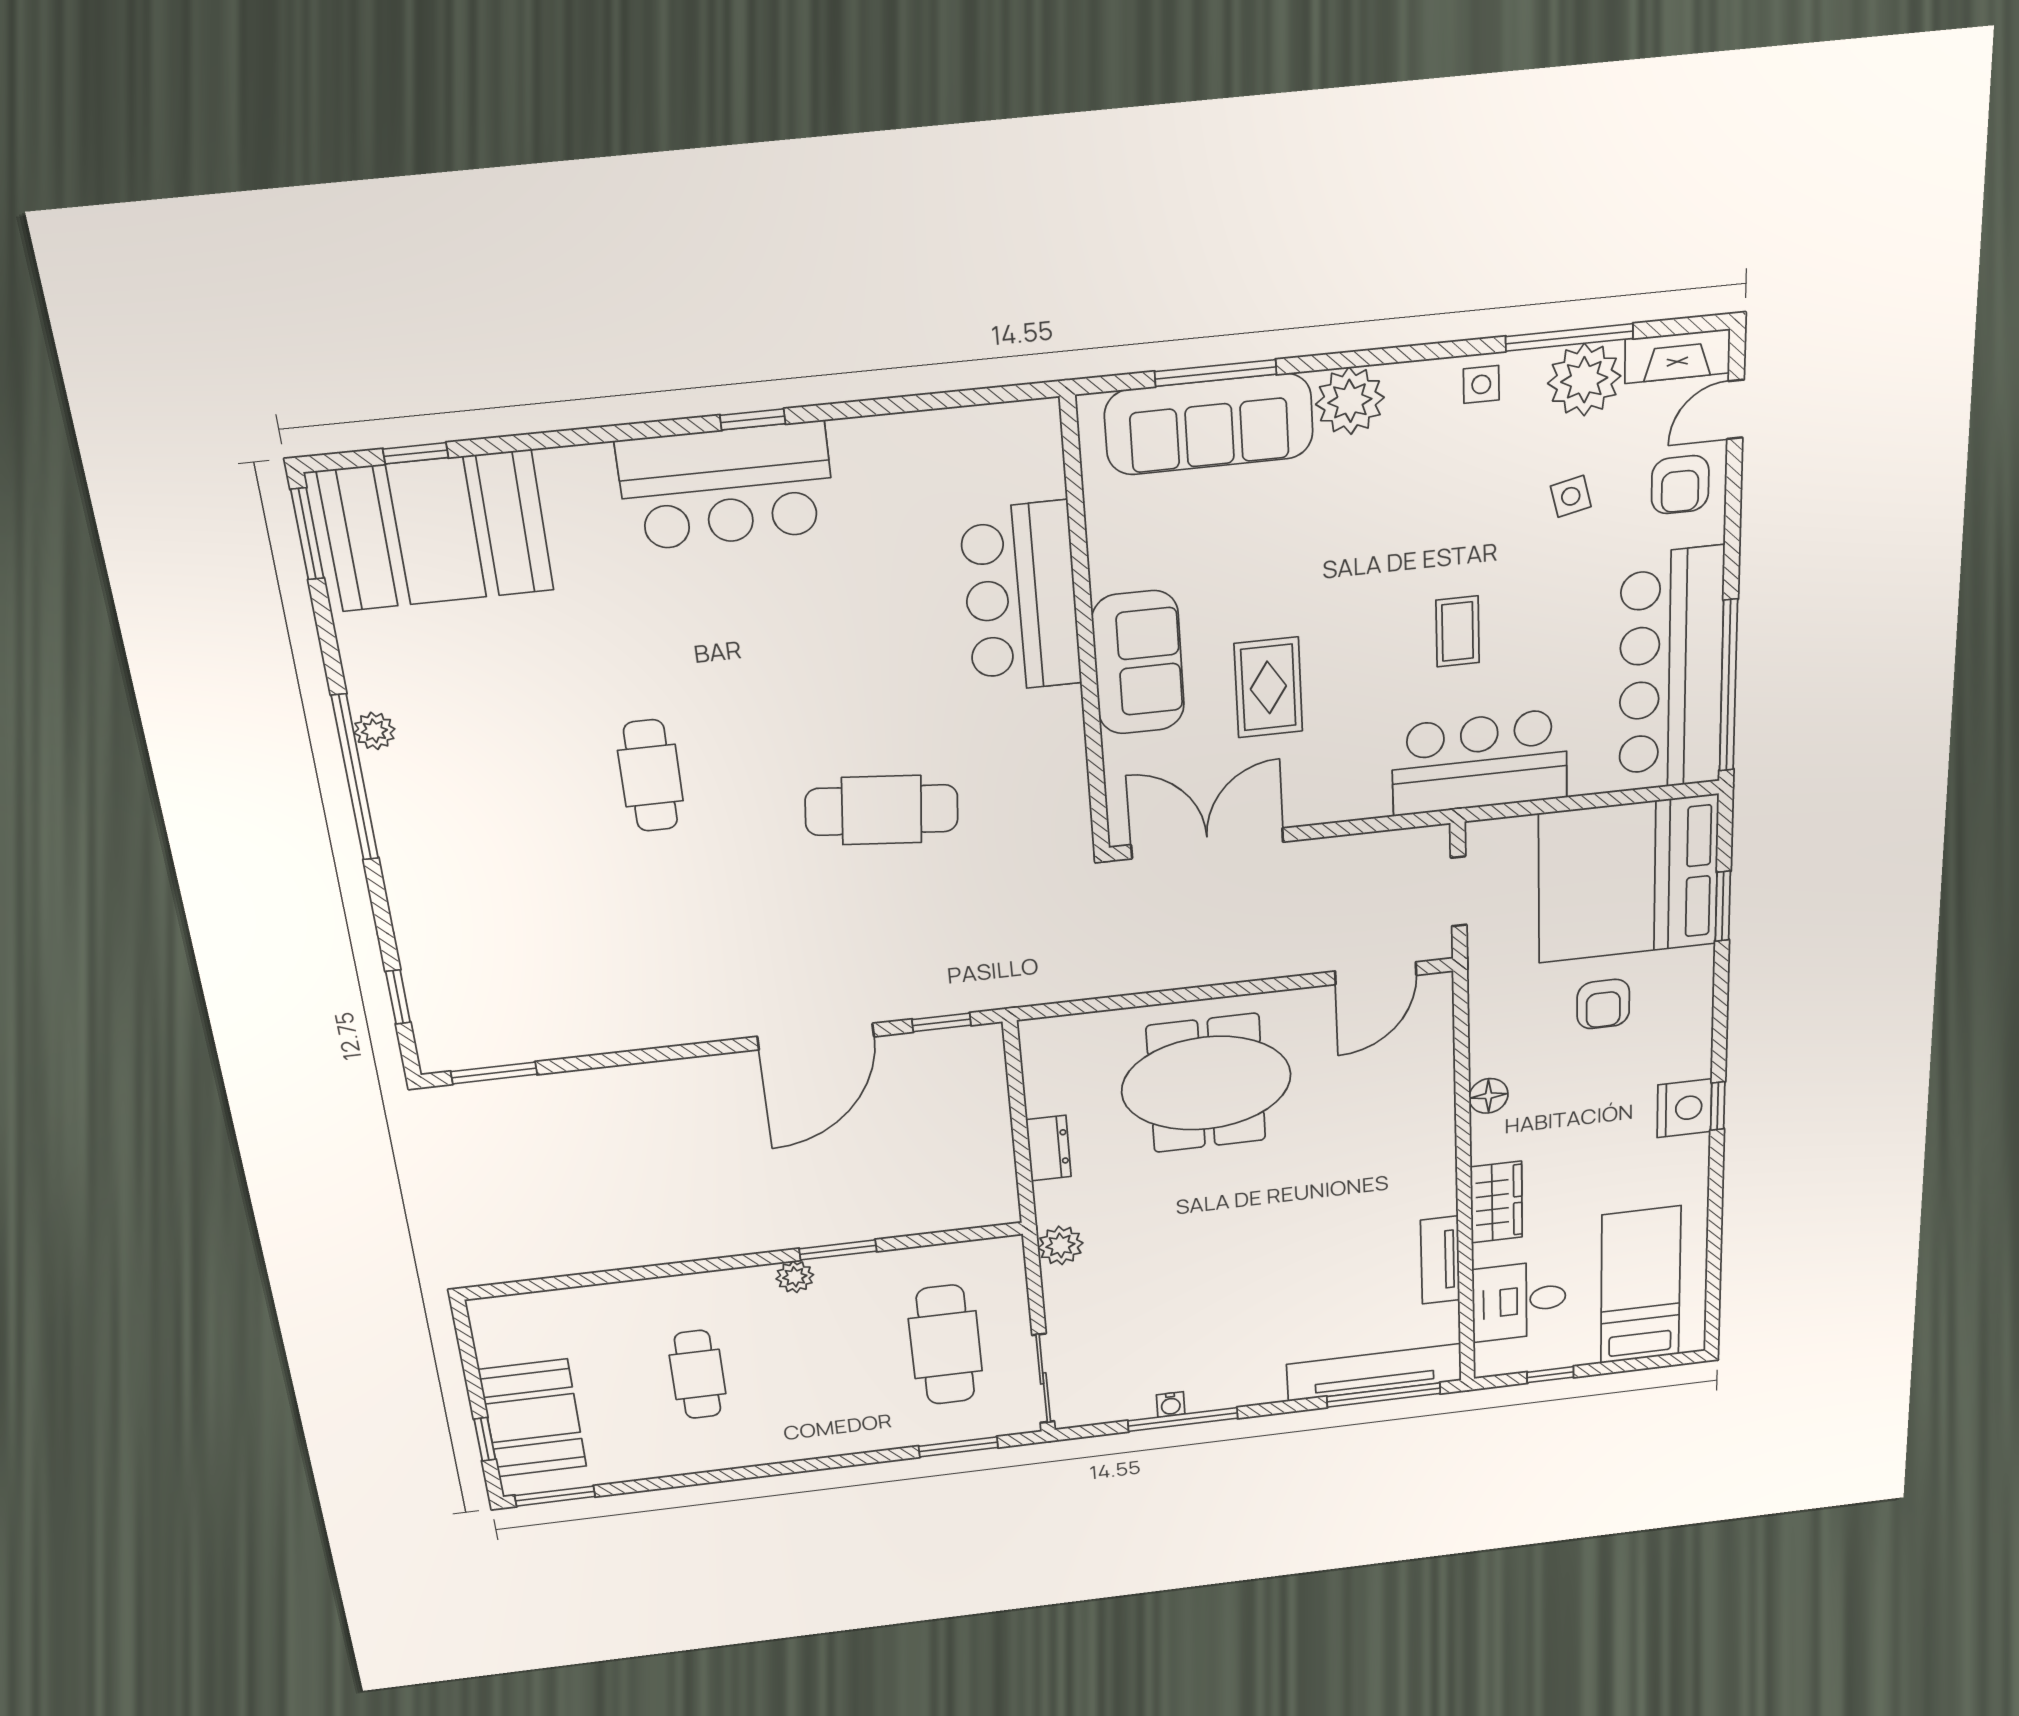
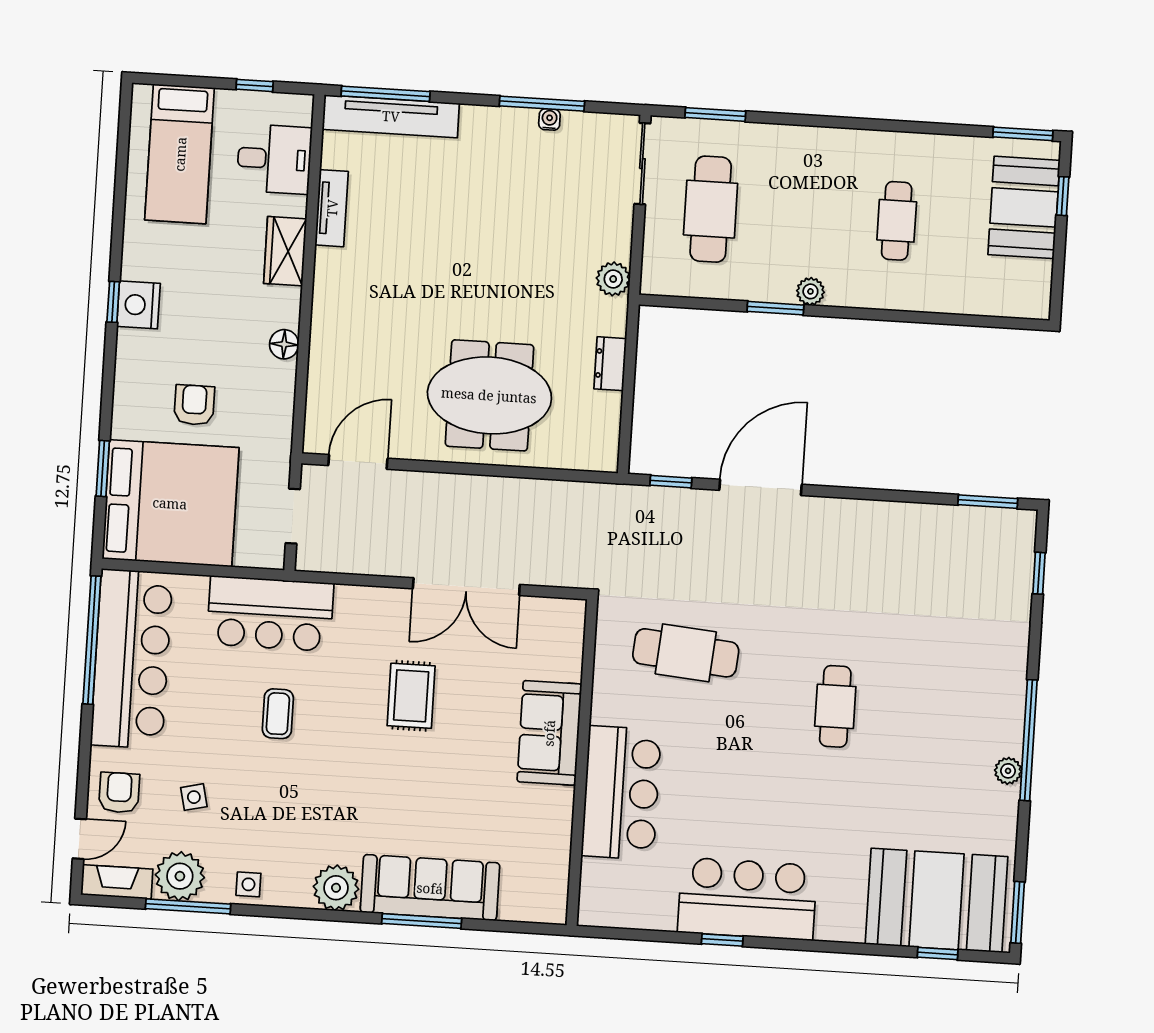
bar counter: (1021, 598) -> (621, 793), moved
wall: (1085, 630) -> (582, 762), moved
sofa: (1138, 663) -> (549, 733), moved

